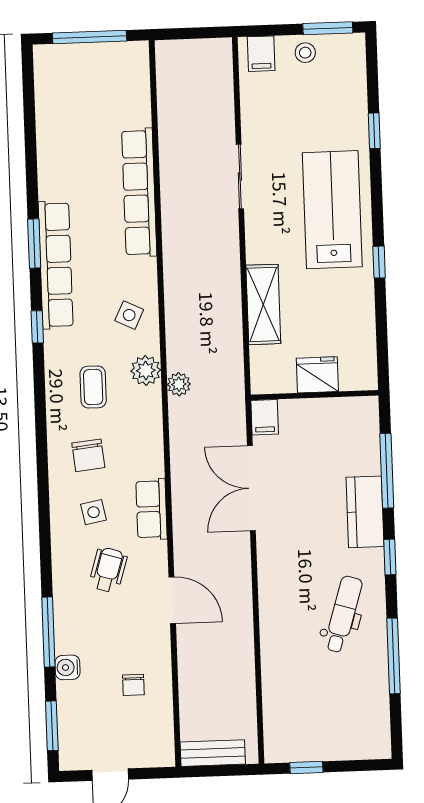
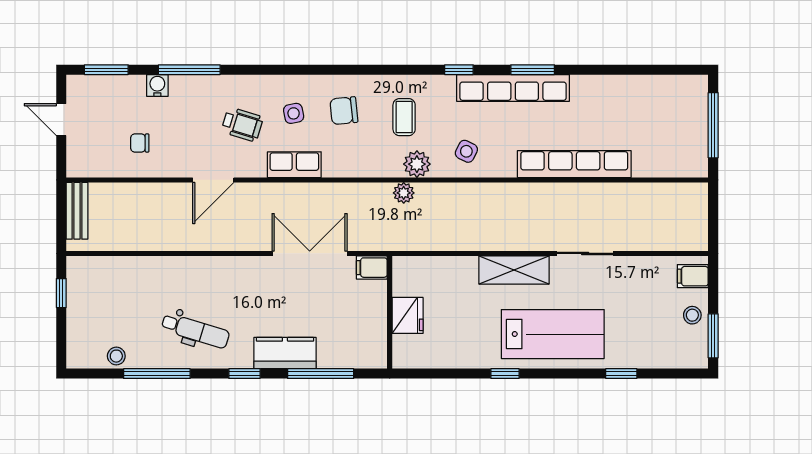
shelving: (263, 304) -> (514, 270), moved
coffee table: (93, 387) -> (404, 117), turned 90
stool: (375, 703) -> (116, 356), added

